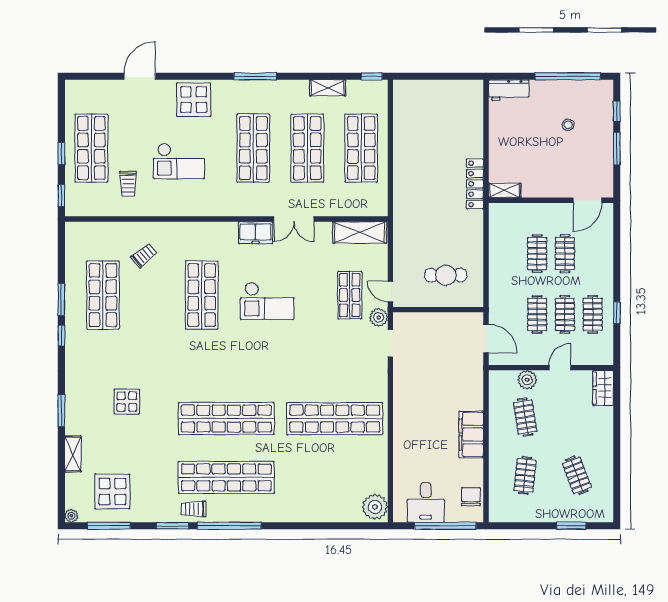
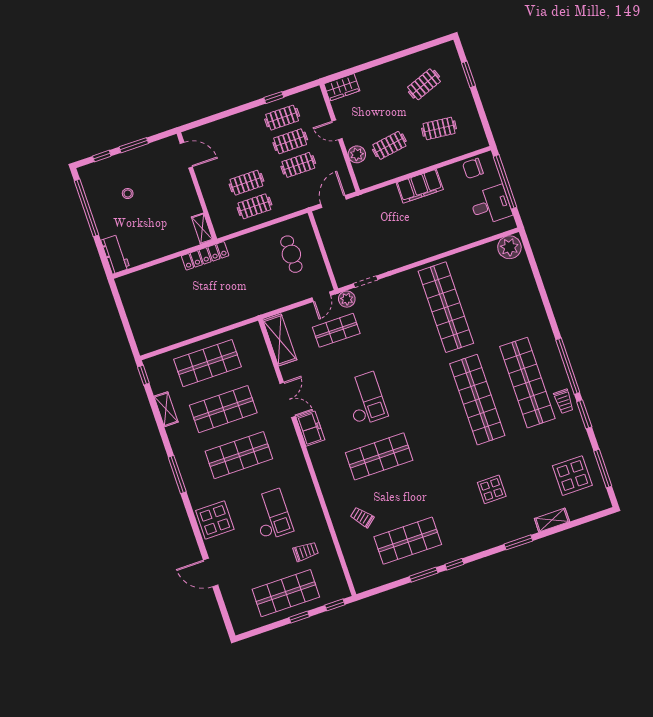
clothes rail: (565, 254) -> (254, 206), moved
plant: (71, 516) -> (605, 503), removed

